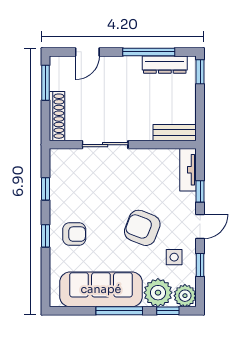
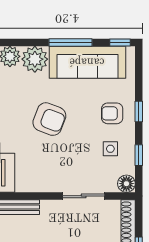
floor lamp: (59, 158) -> (126, 184), added
side table: (174, 257) -> (110, 149), moved
window: (168, 311) -> (120, 42), moved

